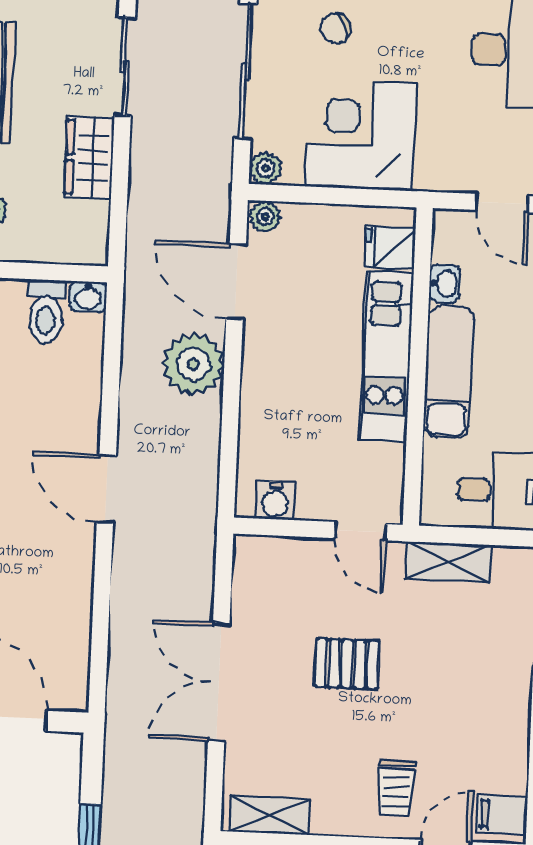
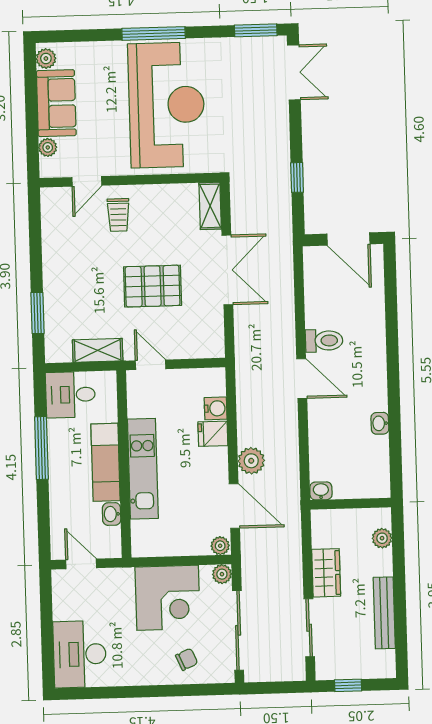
fridge: (390, 248) -> (213, 434), moved, turned 180
toilet: (46, 311) -> (324, 341), moved, turned 90
plant: (193, 364) -> (251, 461), width x0.73, depth x0.73
water cooler: (275, 501) -> (216, 408), moved, turned 90
pallet: (347, 664) -> (153, 286), width x1.50, depth x1.42
trolley: (396, 788) -> (118, 215), turned 180
shelving: (269, 815) -> (210, 206), moved, turned 90
filing cabinet: (502, 815) -> (55, 204), removed

